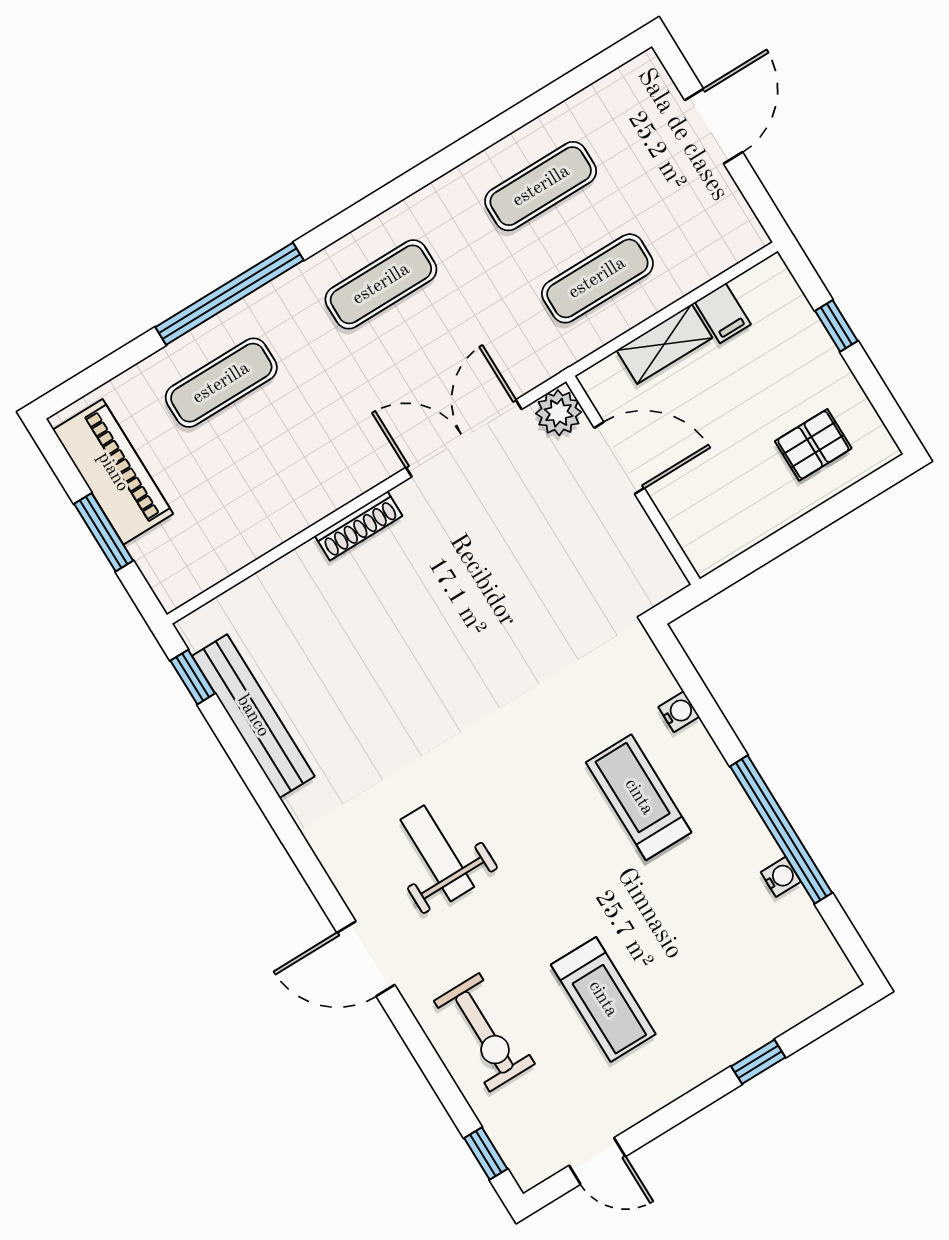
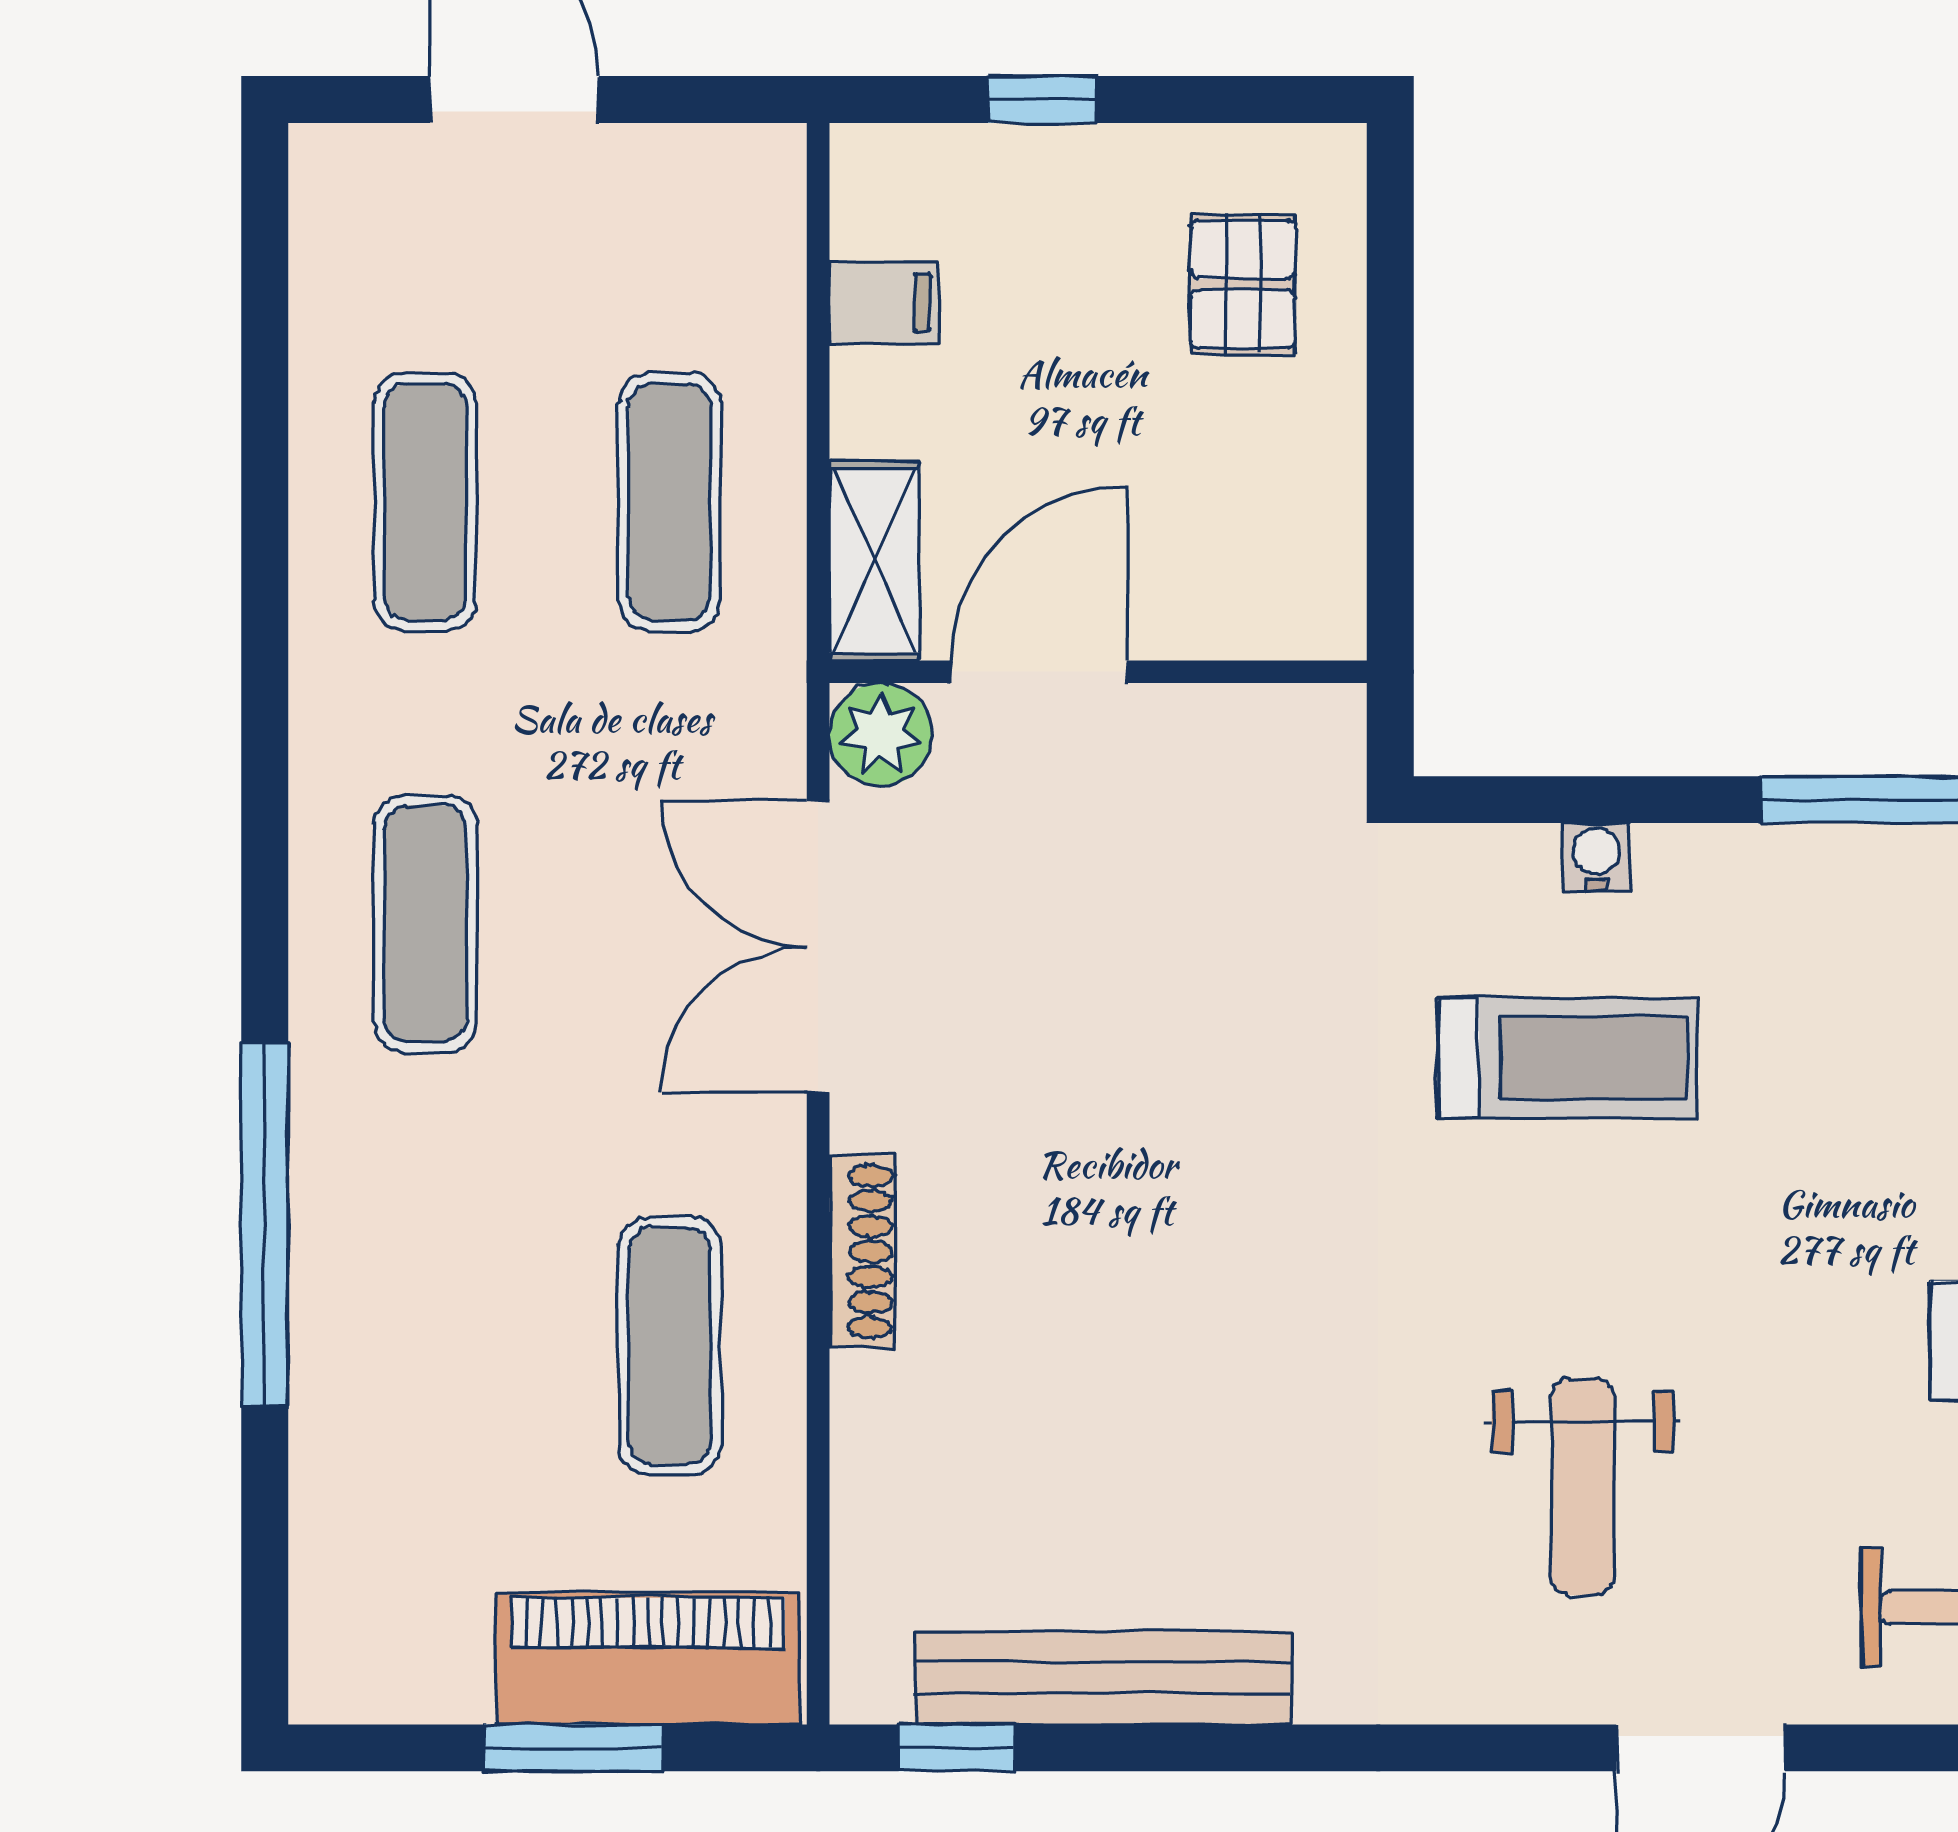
shelving: (664, 344) -> (874, 561), moved
exercise mat: (221, 383) -> (670, 1346), moved
piano: (113, 472) -> (648, 1659), moved
treadmill: (639, 797) -> (1567, 1058), moved, turned 180
weight bench: (437, 853) -> (1583, 1487), turned -90

